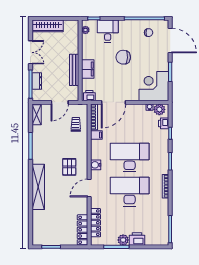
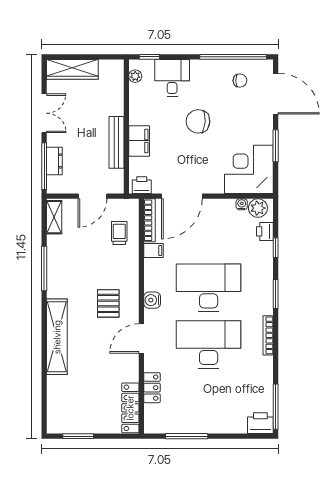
locker: (96, 223) -> (152, 388), width x0.66
printer: (137, 239) -> (260, 423), moved
plant: (123, 240) -> (198, 425), removed

